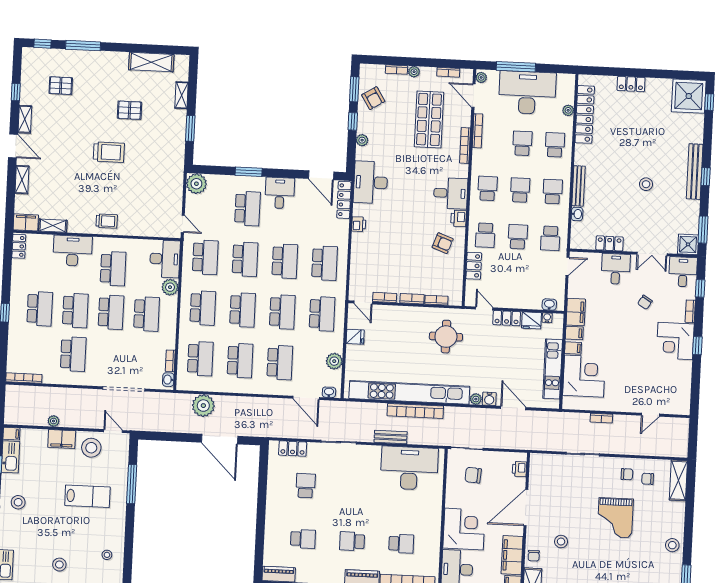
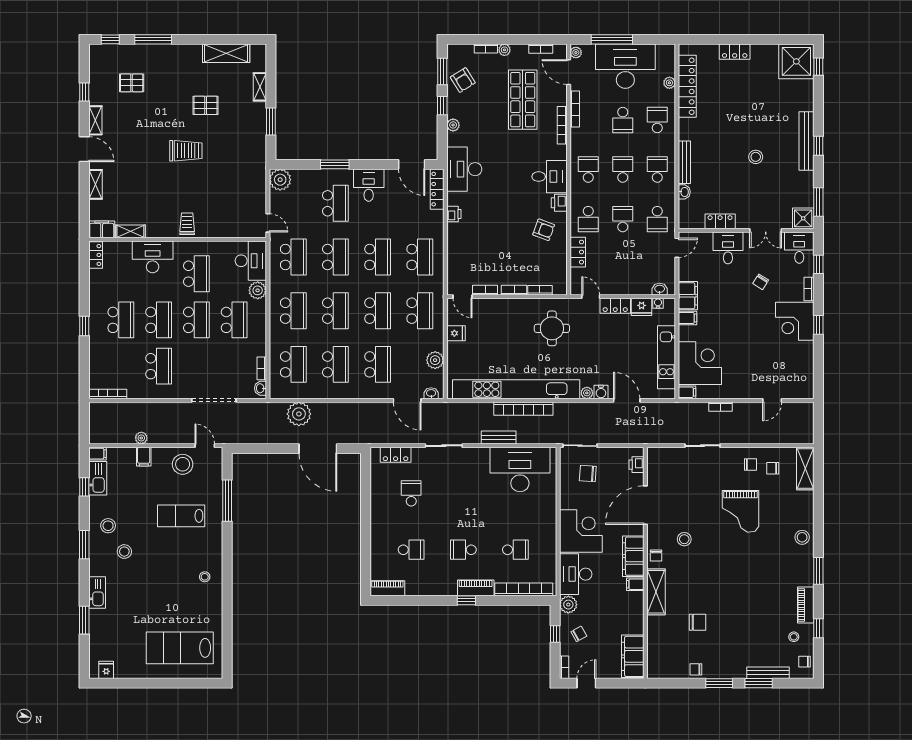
school desk: (522, 143) -> (623, 120), turned 180
trolley: (107, 221) -> (187, 224), turned -90
filing cabinet: (573, 348) -> (687, 392), moved
filing cabinet: (62, 439) -> (144, 457), width x0.50
lab bench: (87, 496) -> (181, 516), turned 180
stool: (59, 565) -> (124, 552), moved

